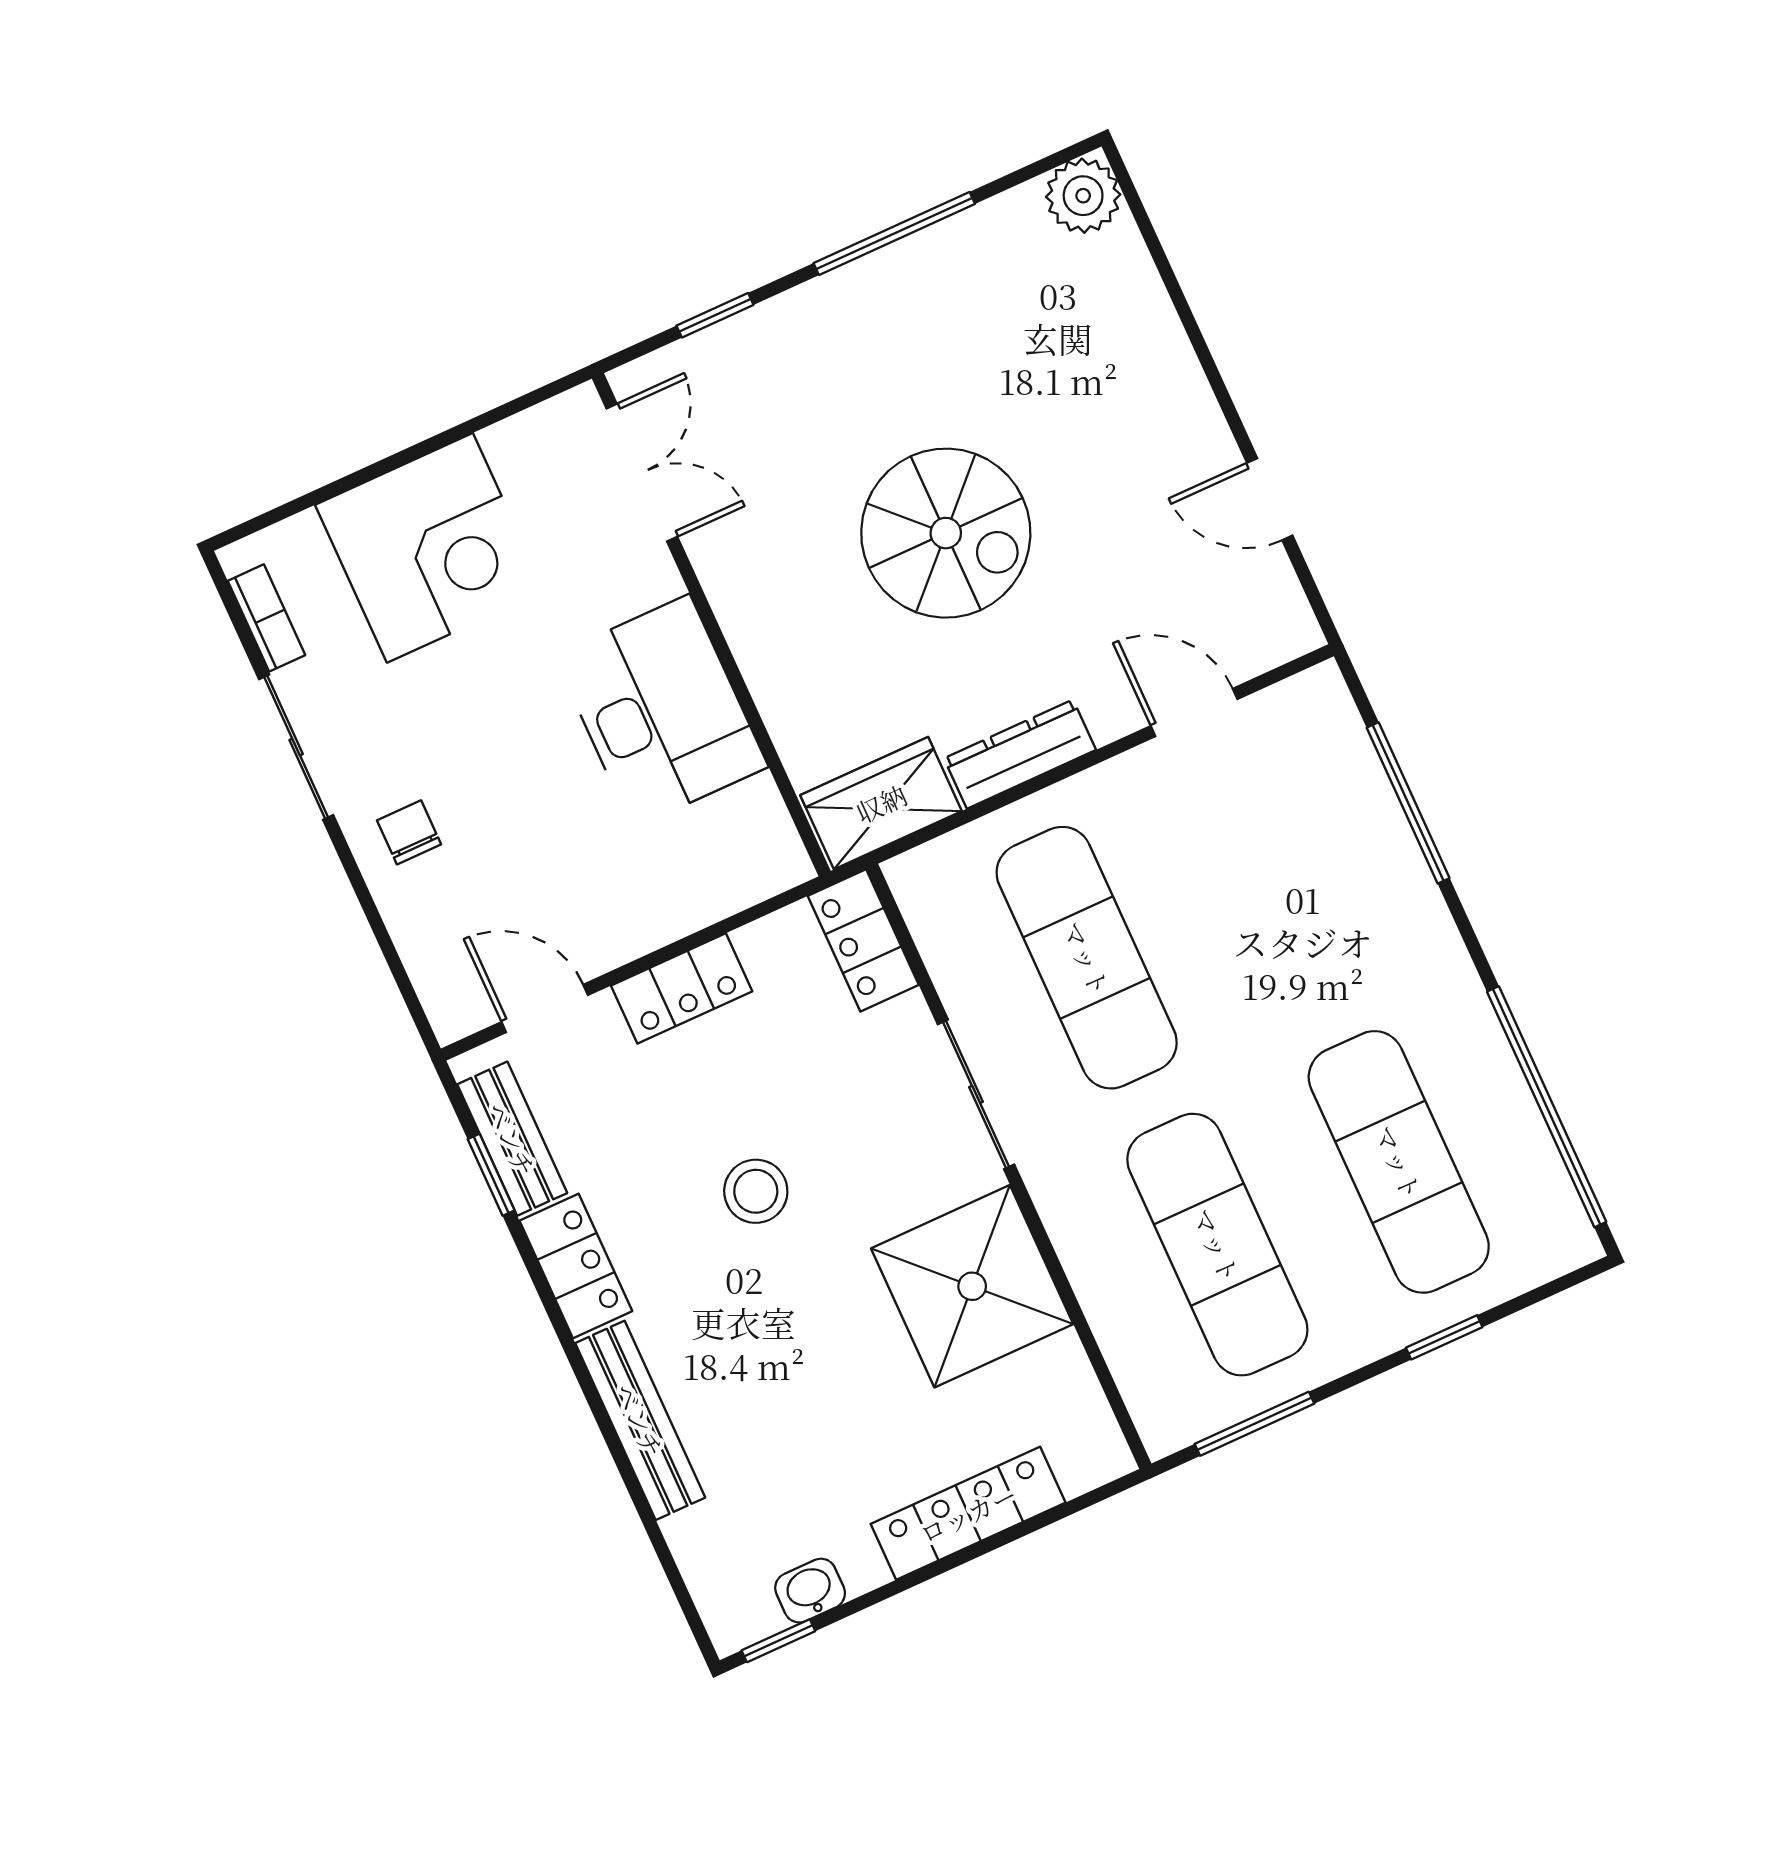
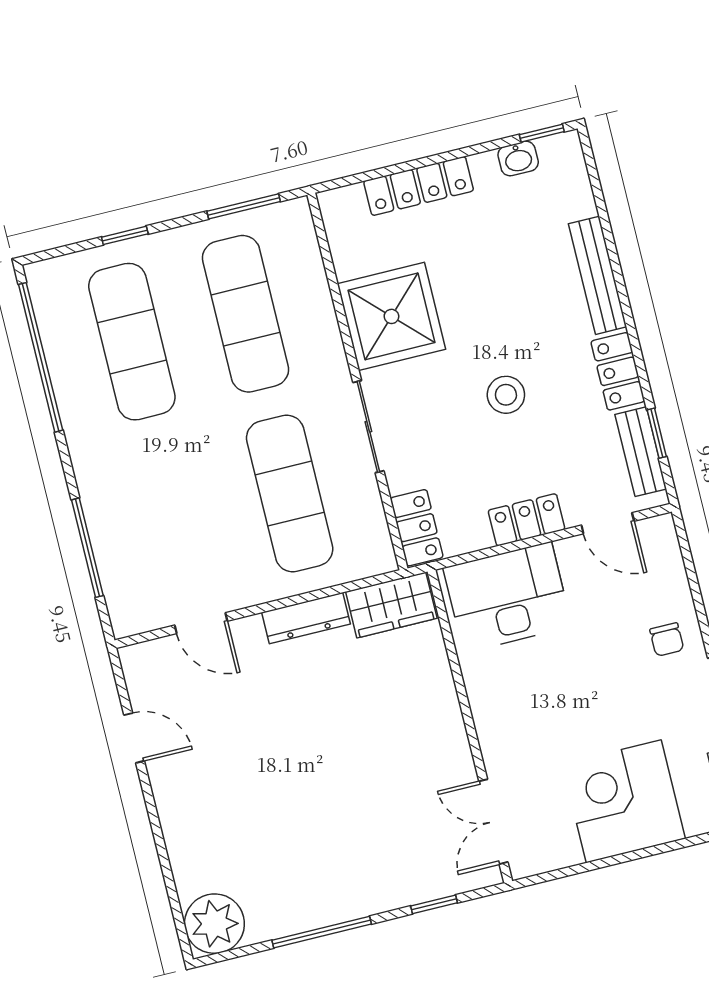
plant: (1083, 196) -> (214, 924), width x1.36, depth x1.36
spiral stairs: (946, 533) -> (325, 754), removed
desk: (661, 711) -> (507, 597), moved, turned 90

